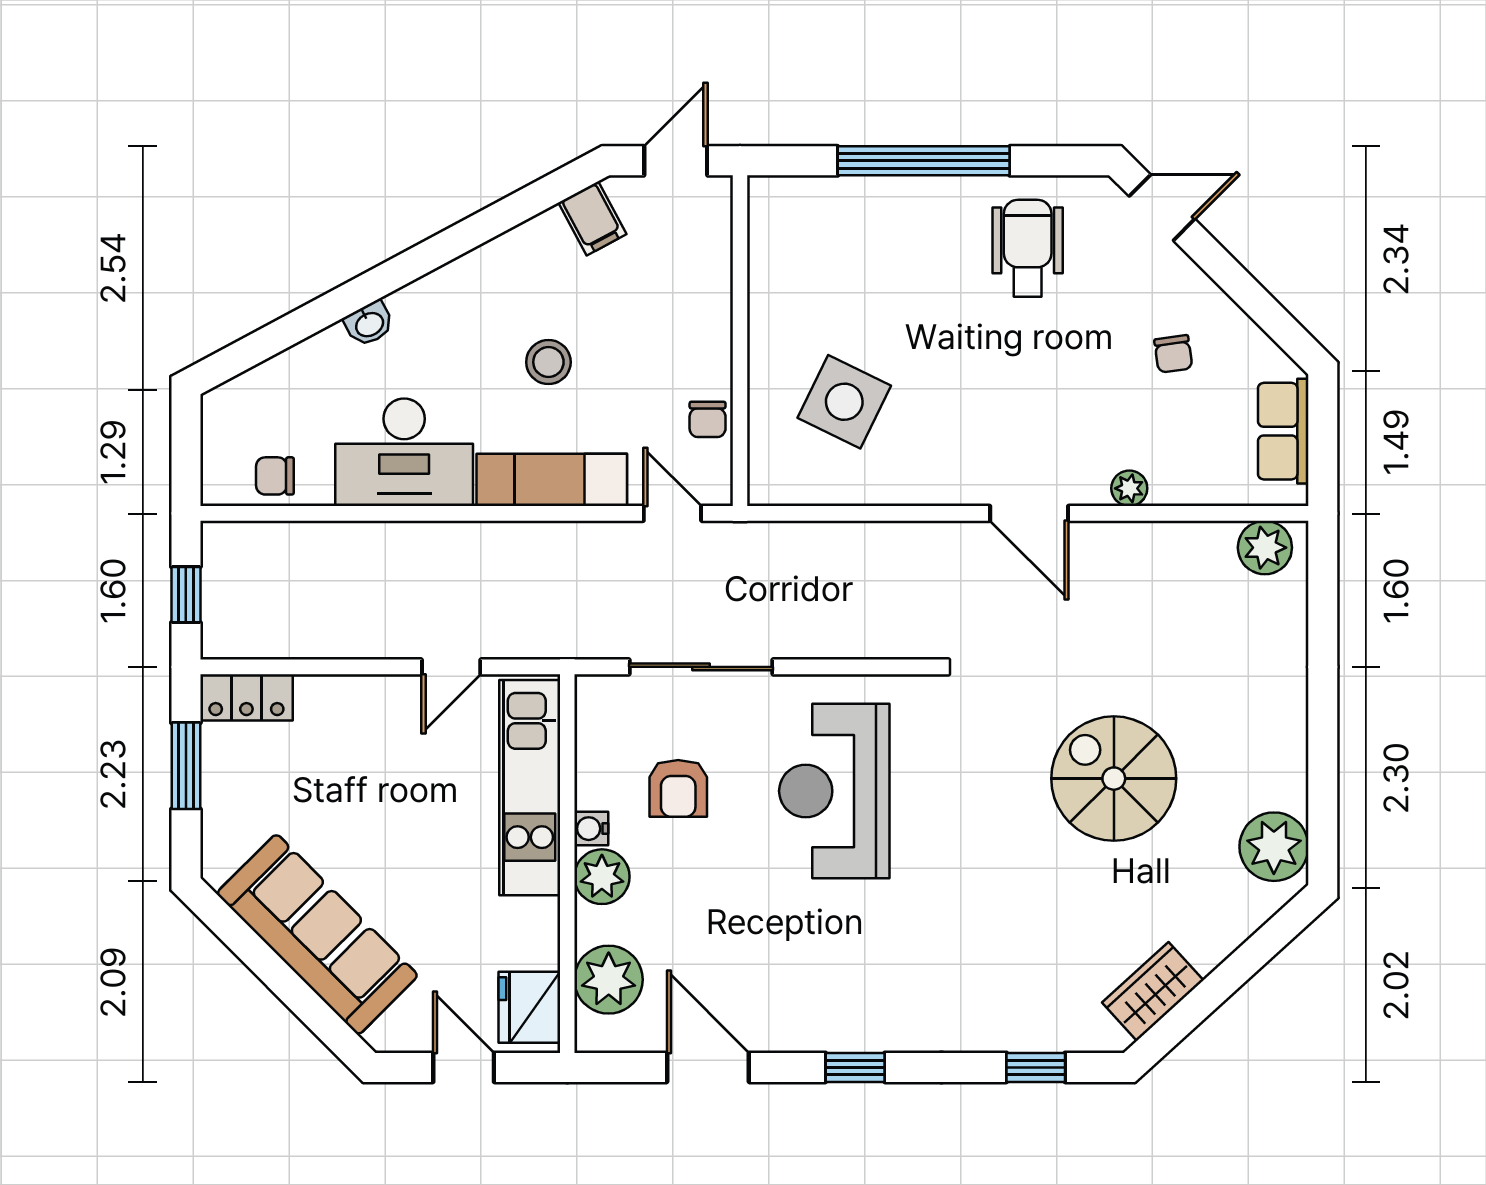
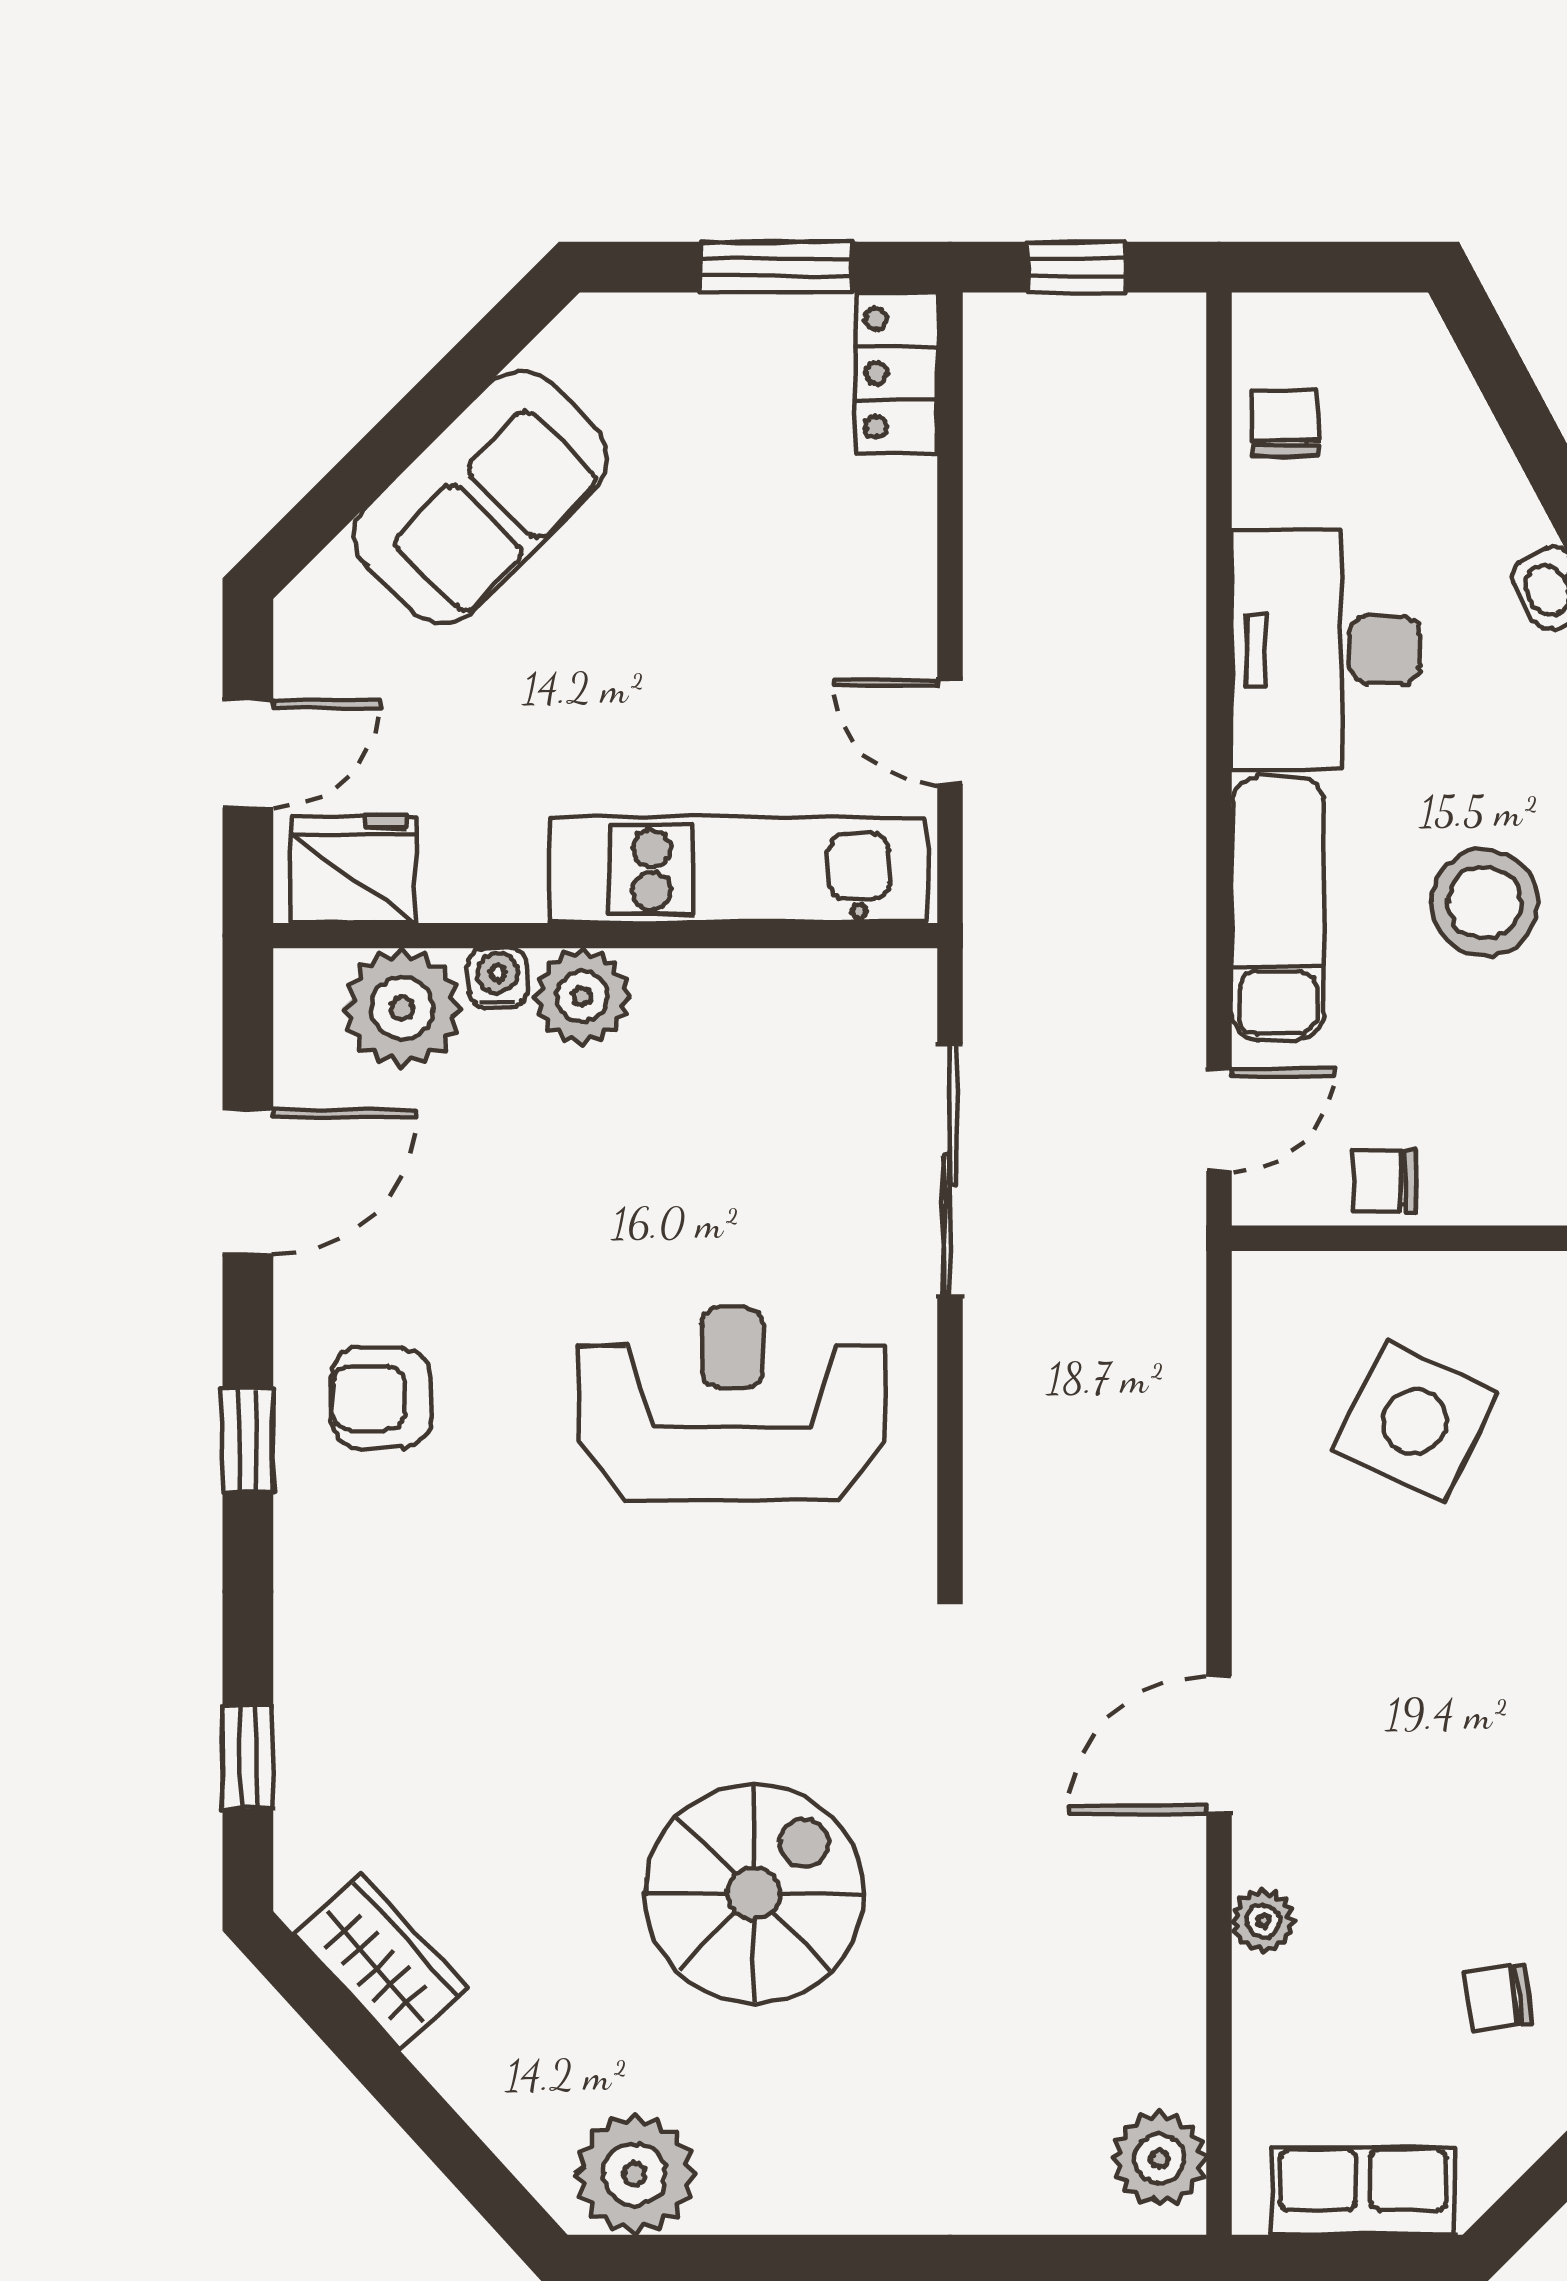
stool: (548, 362) -> (1484, 903), width x1.38, depth x1.38
armchair: (678, 788) -> (381, 1398), moved
water cooler: (591, 829) -> (498, 978), moved
sofa: (317, 934) -> (481, 497), width x0.73

